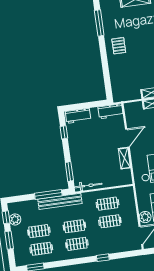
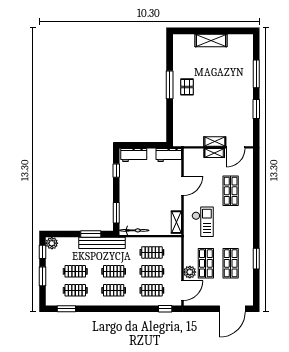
window: (99, 23) -> (170, 85), moved
shelving: (124, 158) -> (176, 222), moved
window: (48, 194) -> (91, 234), width x0.69
plant: (15, 219) -> (52, 243), moved
clothes rail: (112, 239) -> (152, 290), added
window: (103, 258) -> (165, 309), moved

